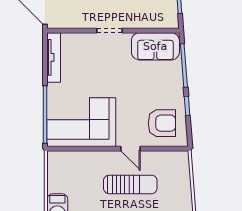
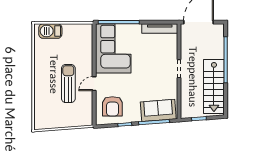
sofa: (155, 46) -> (158, 110), moved, turned 86
sun lounger: (130, 184) -> (68, 83), turned 180

